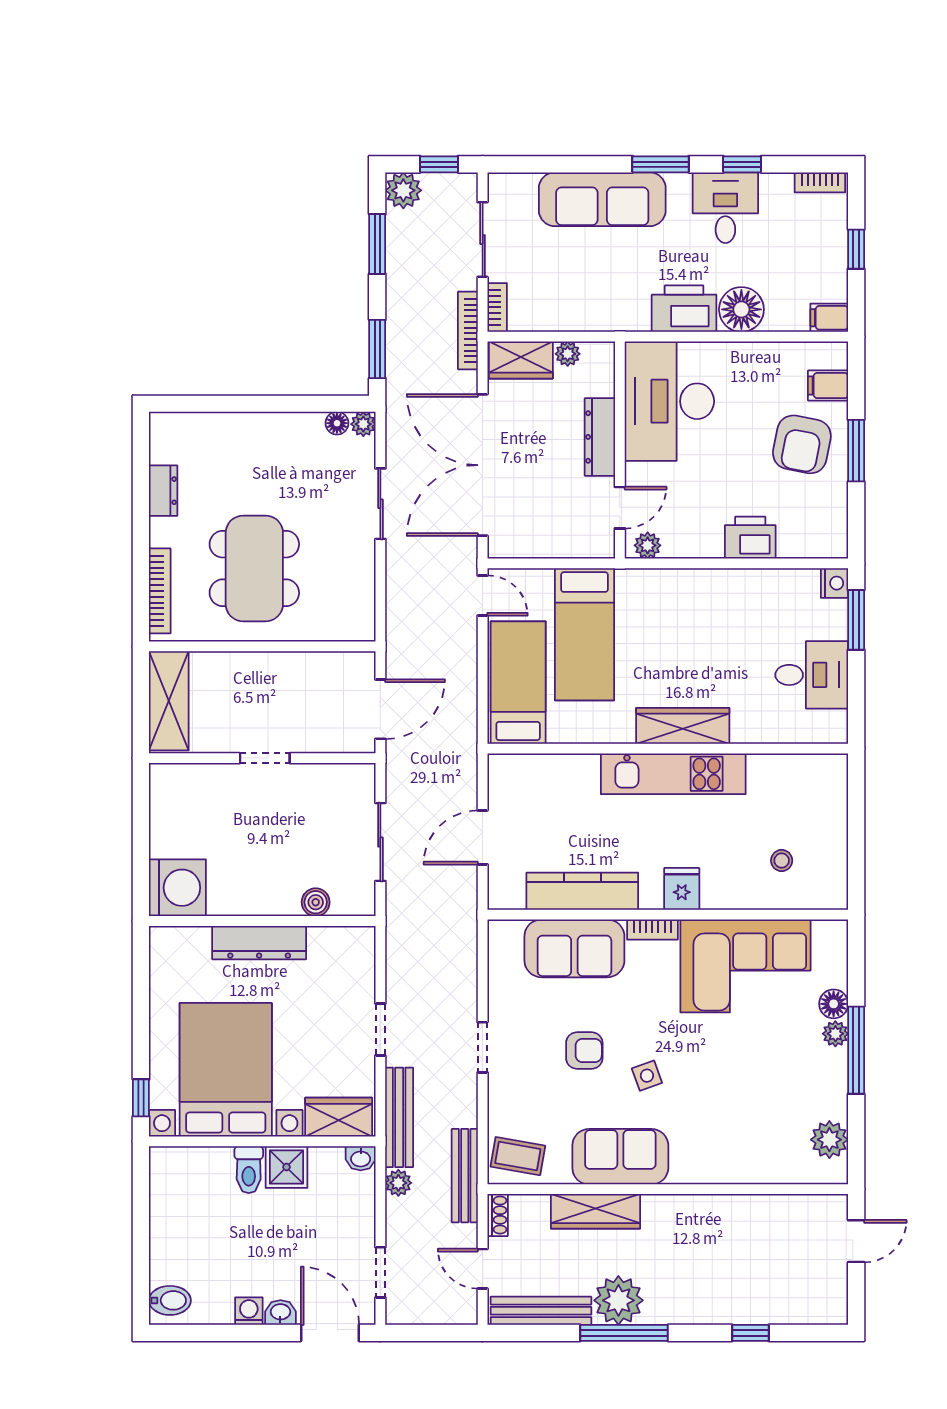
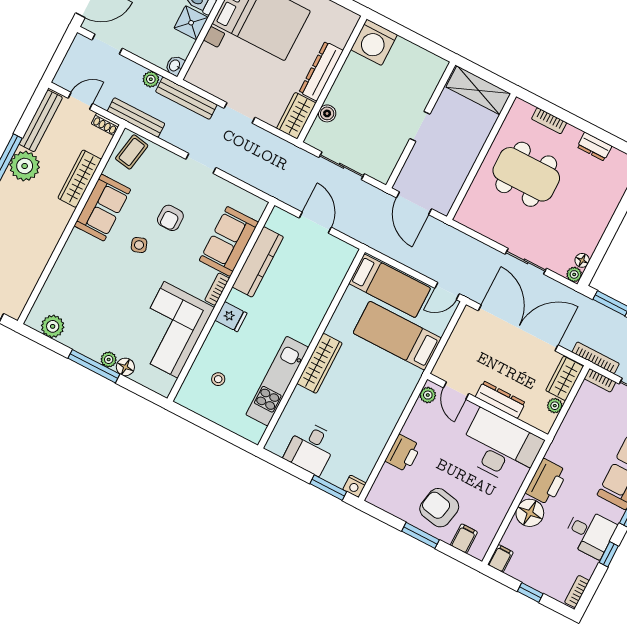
bookcase: (160, 591) -> (549, 121), width x0.64
kitchen unit: (673, 774) -> (277, 381), moved
wardrobe: (339, 1117) -> (296, 116), moved, turned 180

